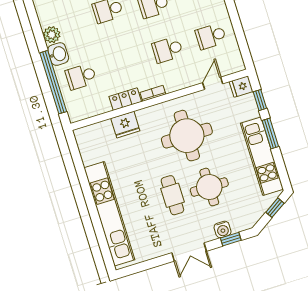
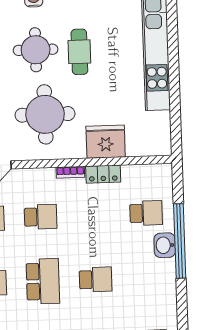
plant: (52, 35) -> (166, 269), removed
window: (53, 82) -> (180, 241), moved
fridge: (125, 125) -> (106, 142), width x1.36, depth x1.34

